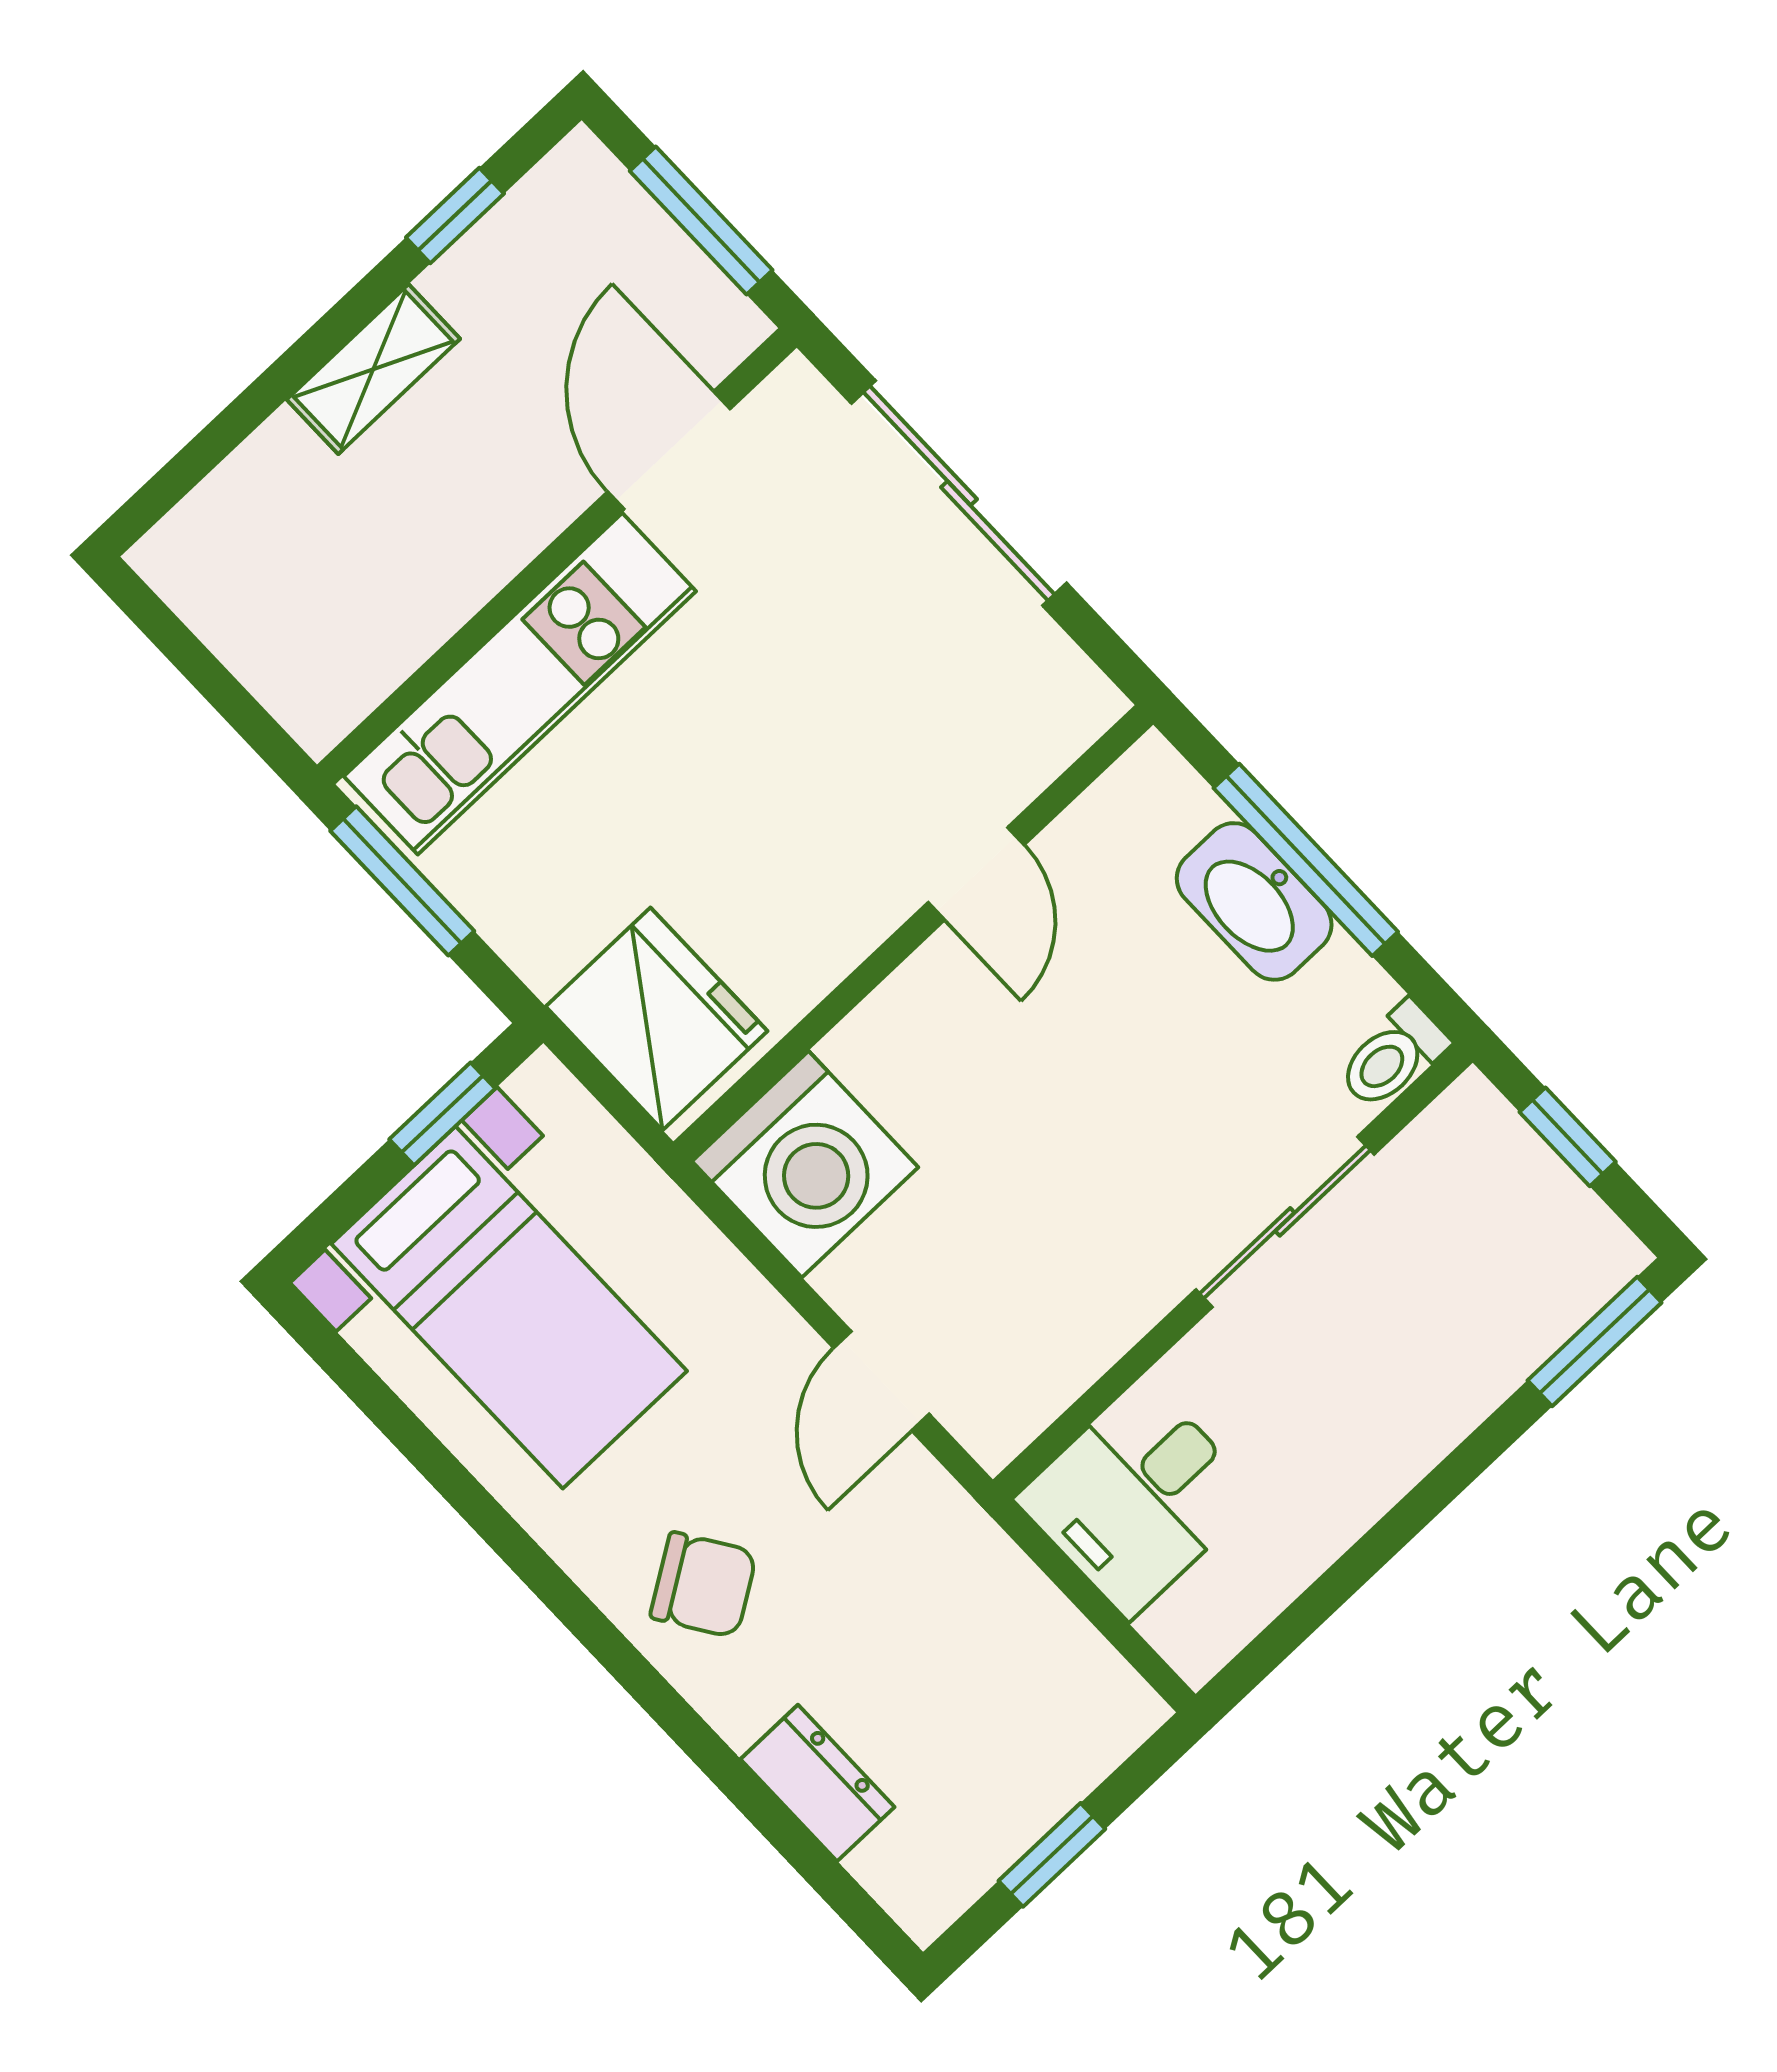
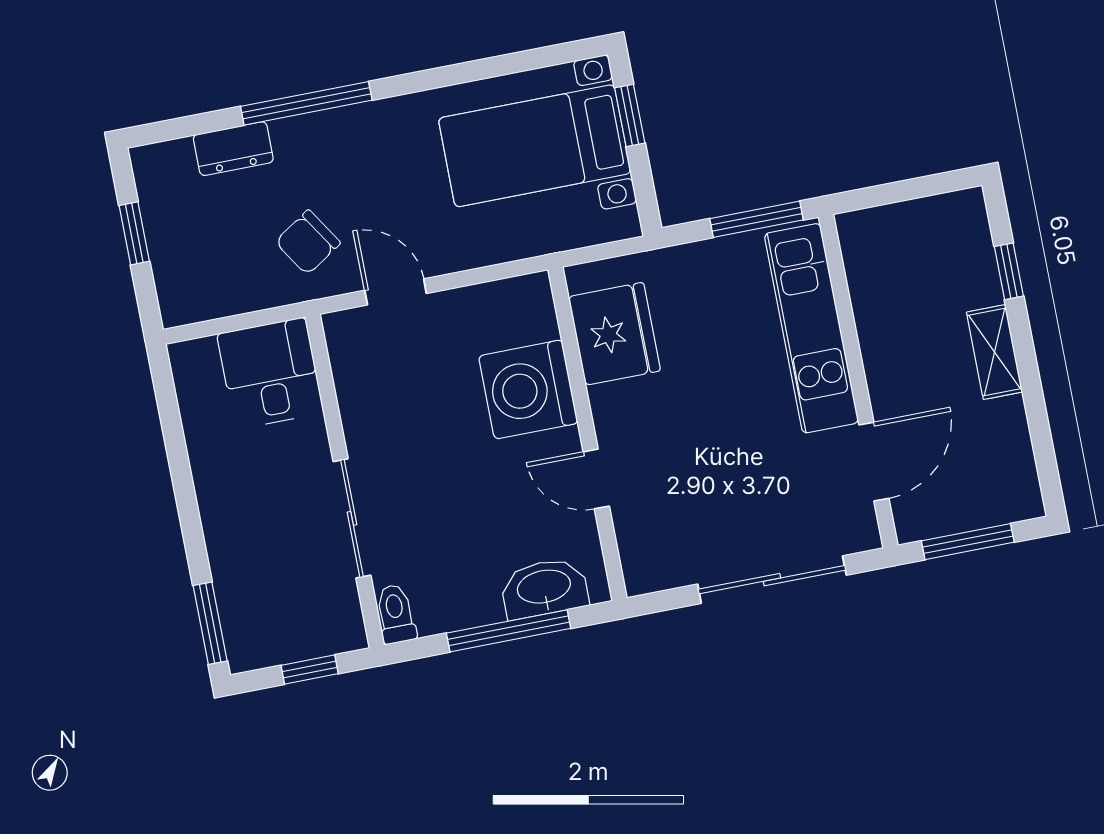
window: (455, 215) -> (1009, 271), moved
door: (669, 450) -> (874, 462), hinge flipped
washbasin: (1254, 901) -> (544, 588), moved
fridge: (657, 1019) -> (614, 334), moved, turned -90
window: (442, 1114) -> (630, 115), moved
washing machine: (805, 1164) -> (528, 390), moved
chair: (704, 1585) -> (308, 242), moved
window: (672, 1713) -> (306, 103), added

